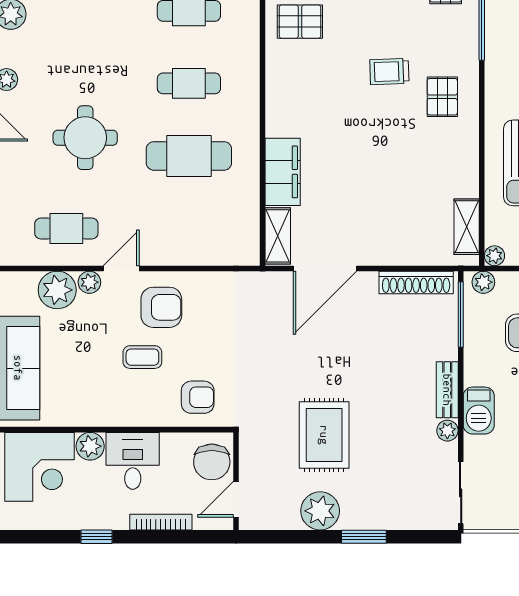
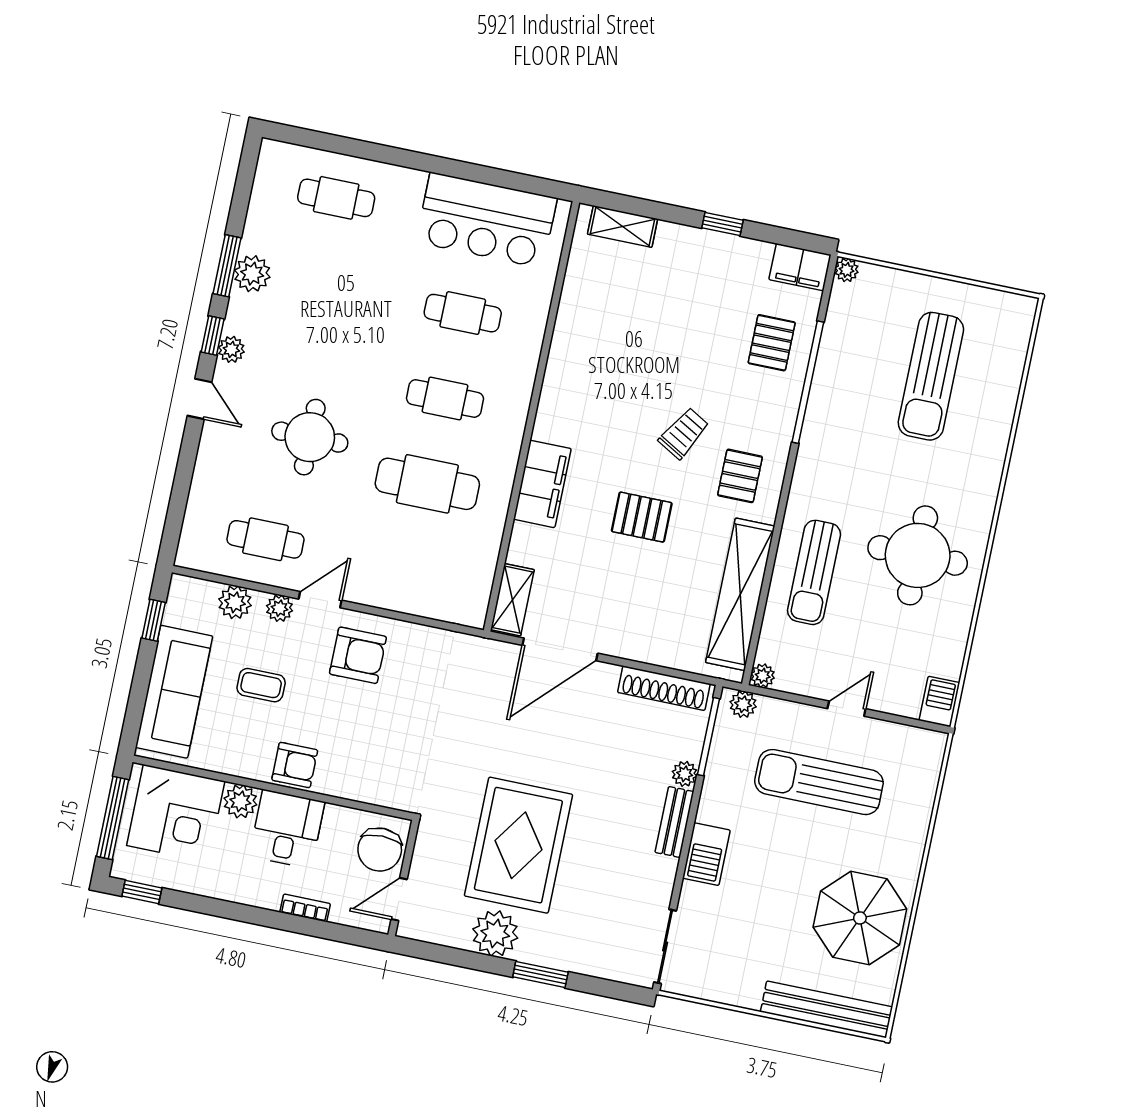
pallet: (300, 22) -> (642, 517), moved
trolley: (389, 72) -> (684, 433), turned 122
filing cabinet: (283, 172) -> (542, 484), moved
shelving: (467, 227) -> (740, 594), width x2.20, depth x1.33
plant: (57, 290) -> (235, 602), width x0.73, depth x0.73
coffee table: (142, 357) -> (261, 685), moved
armchair: (198, 397) -> (295, 765), moved
plant: (447, 431) -> (685, 774), moved
rug: (324, 435) -> (518, 845), width x1.37, depth x1.44
bookcase: (161, 522) -> (305, 908), width x0.64
window: (96, 537) -> (142, 892), moved

